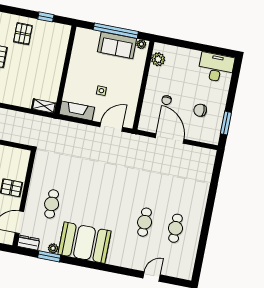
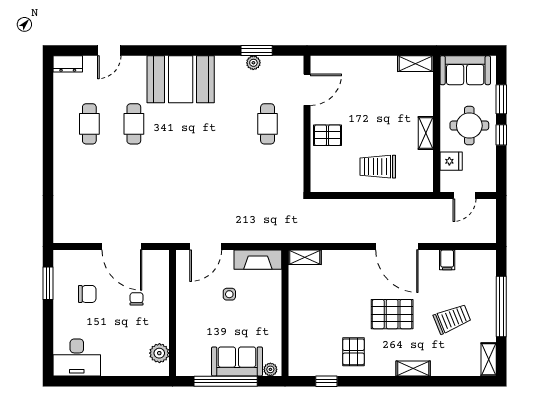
plant: (141, 44) -> (270, 369), moved
sofa: (117, 45) -> (237, 361), moved
dresser: (28, 243) -> (68, 64), moved
booth: (84, 243) -> (181, 79), moved

